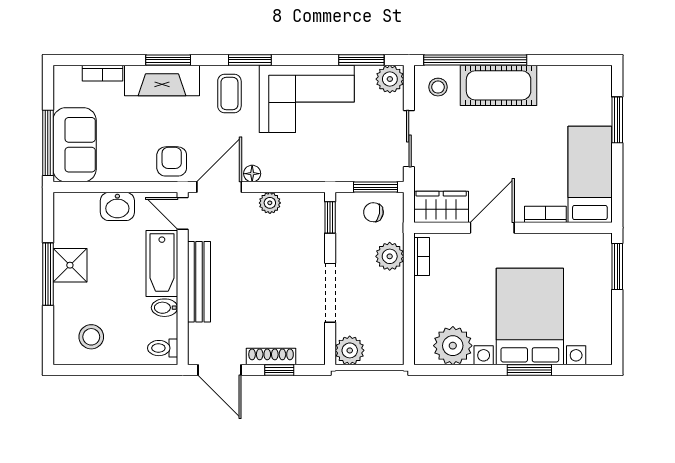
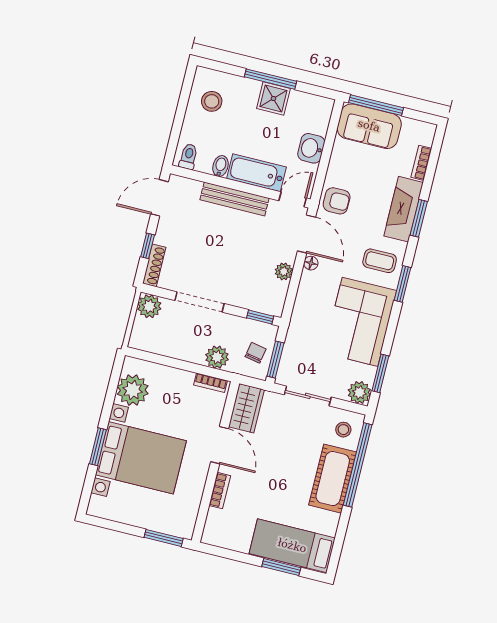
bed: (590, 174) -> (292, 546), moved, turned 180
shoe rack: (271, 357) -> (154, 265), moved

